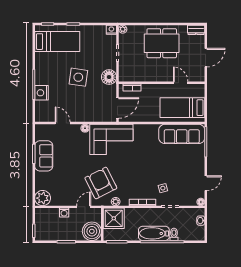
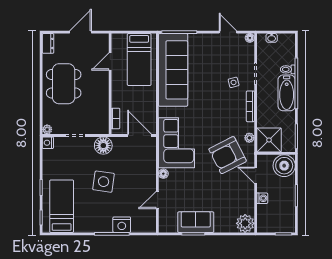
door: (206, 58) -> (81, 32), hinge flipped
sofa: (182, 134) -> (173, 70), width x1.36, depth x1.27

